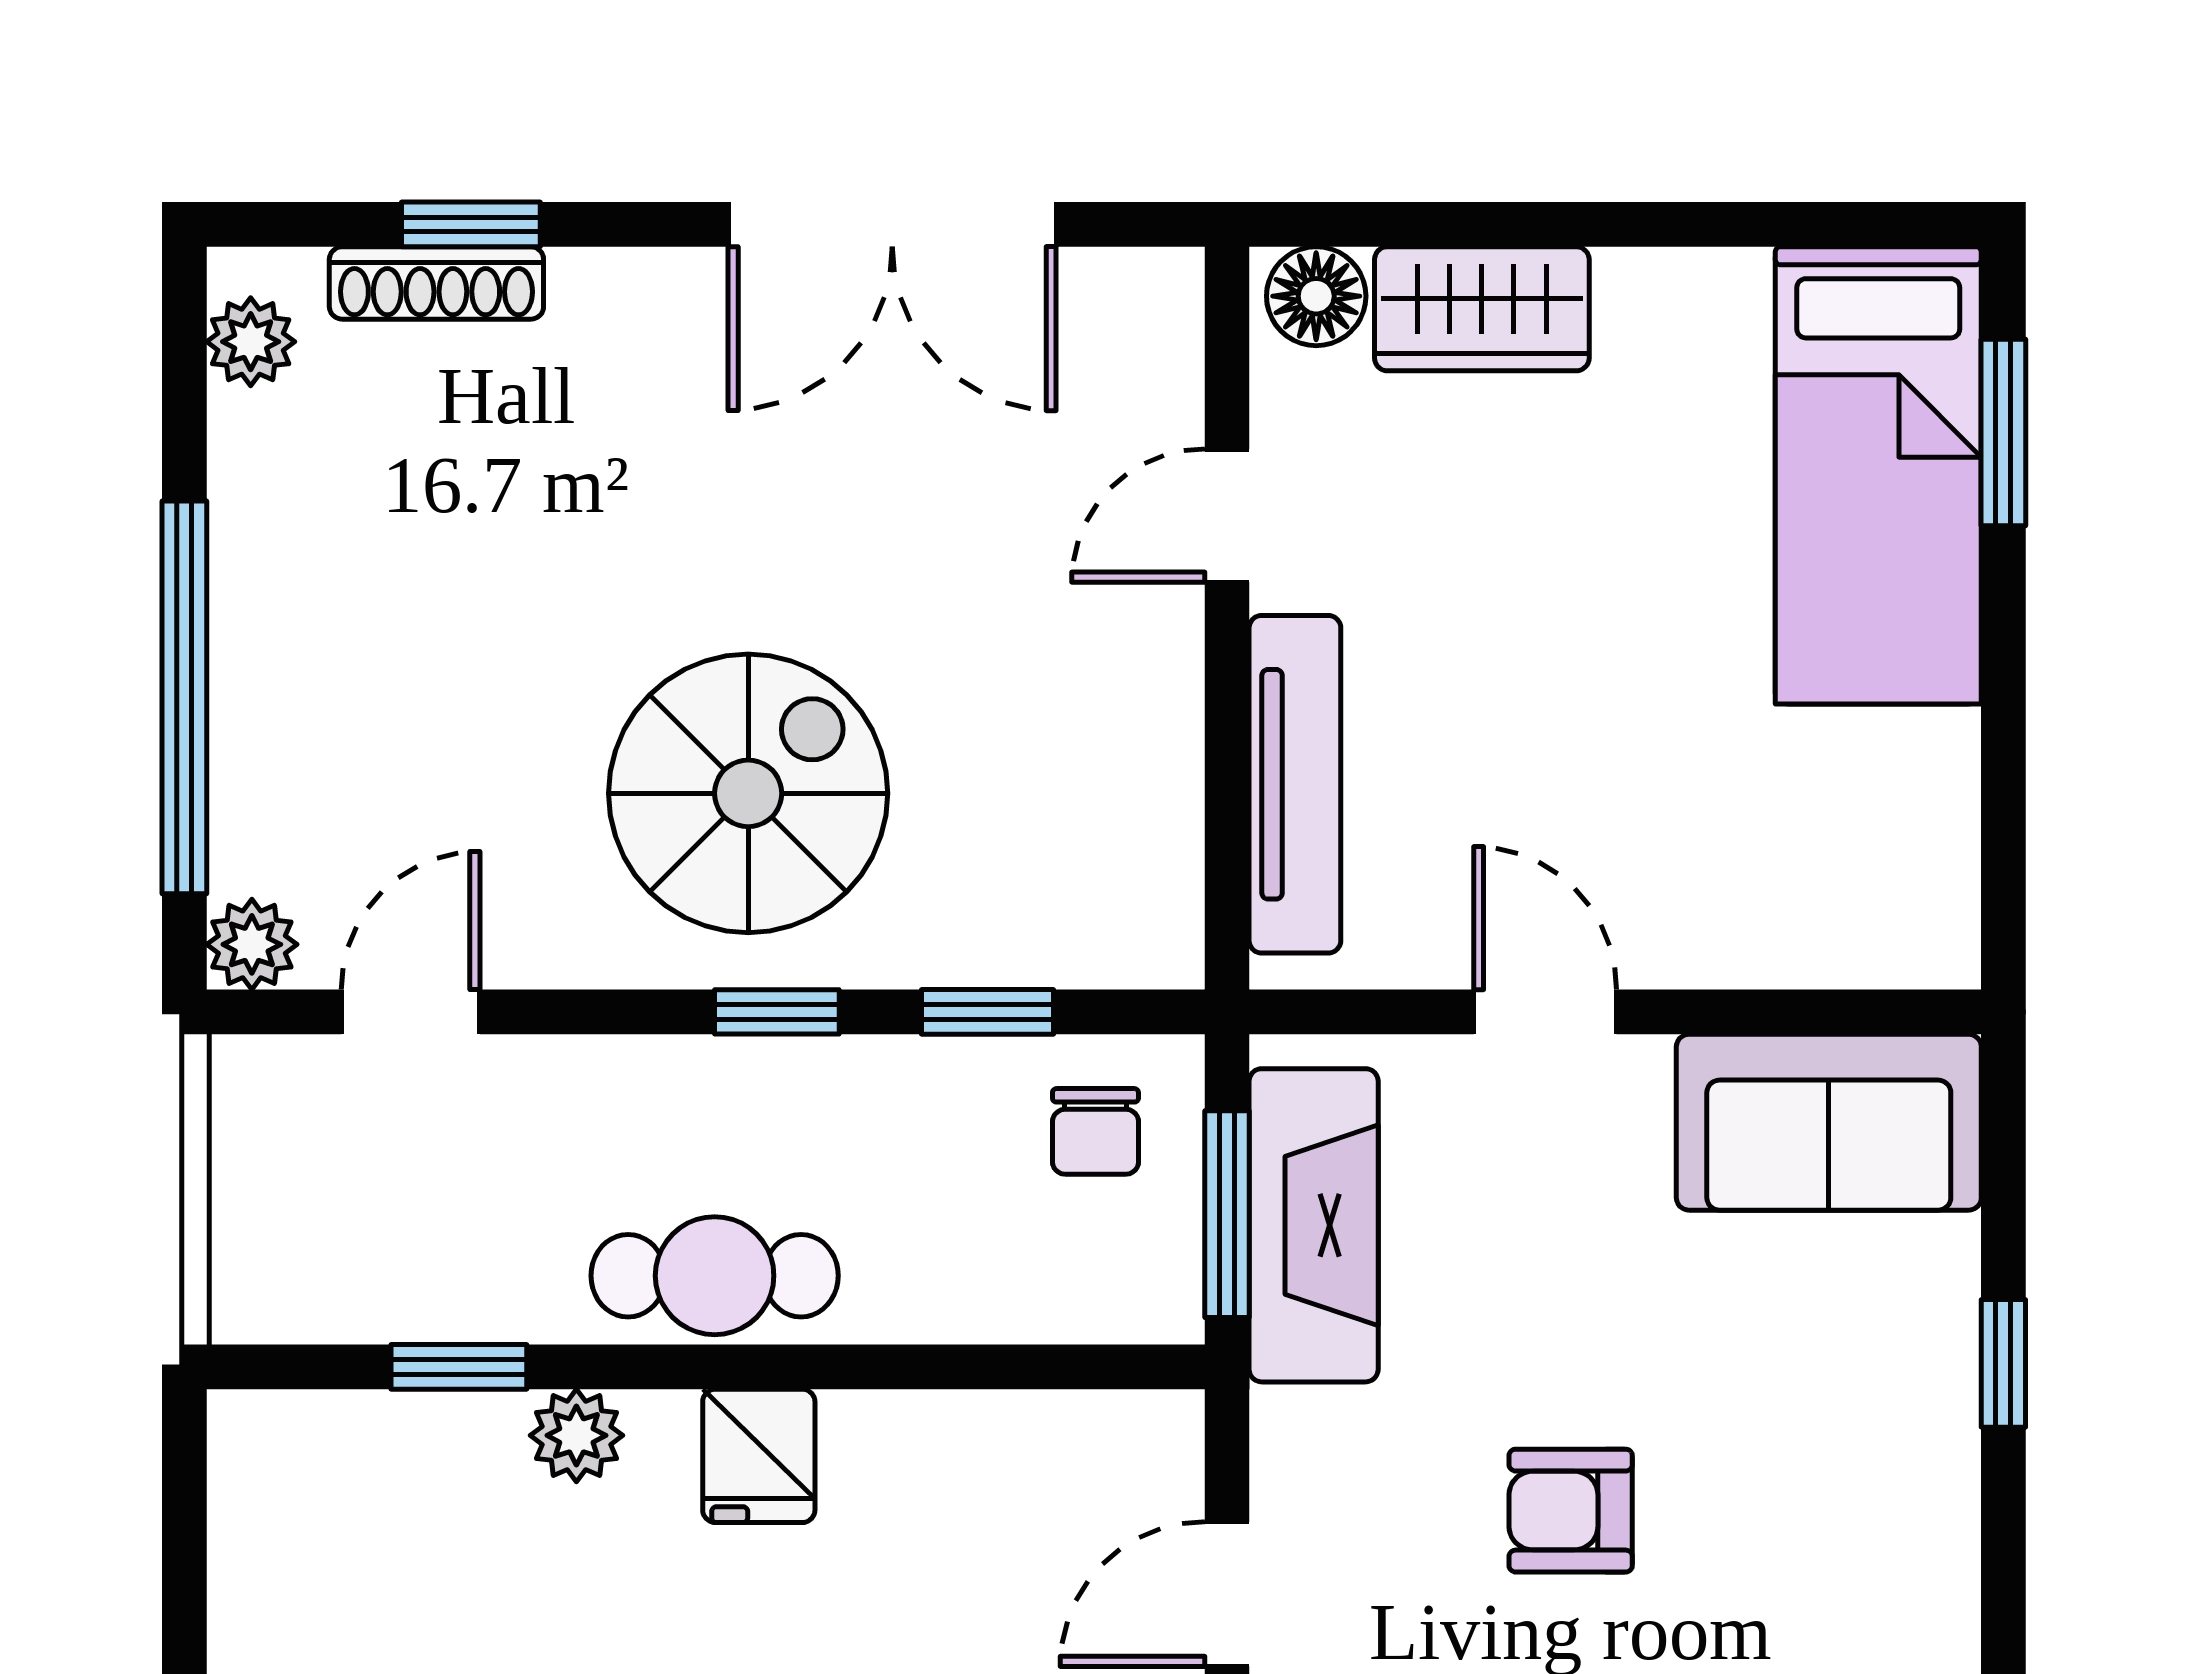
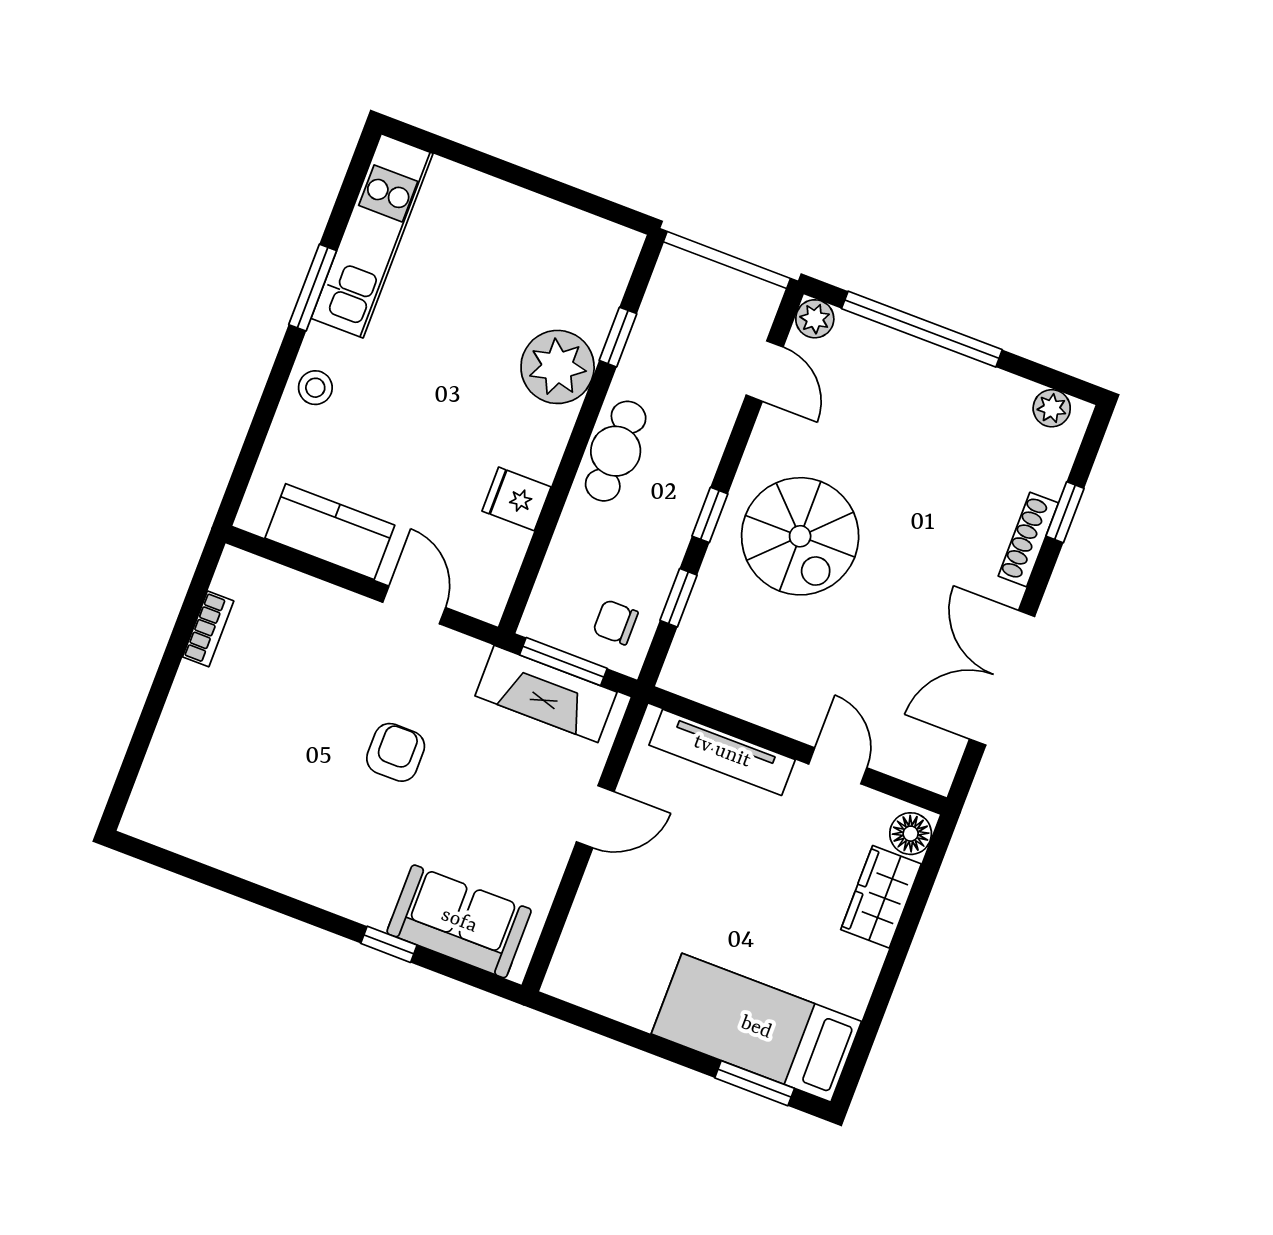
shoe rack: (436, 283) -> (1028, 539), moved
sofa: (1829, 1122) -> (459, 921), moved, turned 90
plant: (576, 1435) -> (558, 367), width x1.87, depth x1.87
fridge: (759, 1456) -> (516, 499), moved

